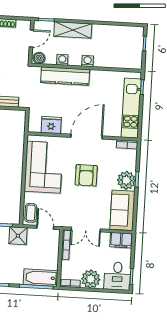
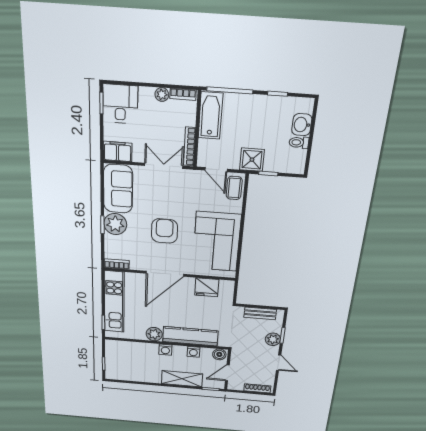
plant: (97, 77) -> (154, 334), added
bathtub: (41, 278) -> (211, 116), moved, turned -90
plant: (91, 279) -> (162, 95), width x0.53, depth x0.53

